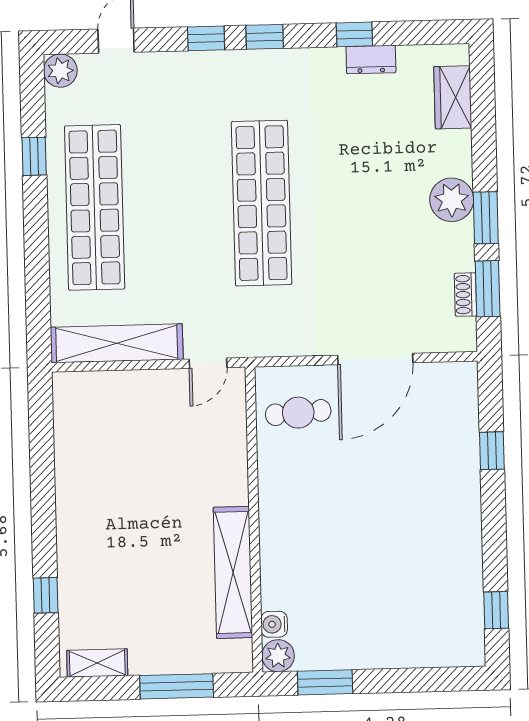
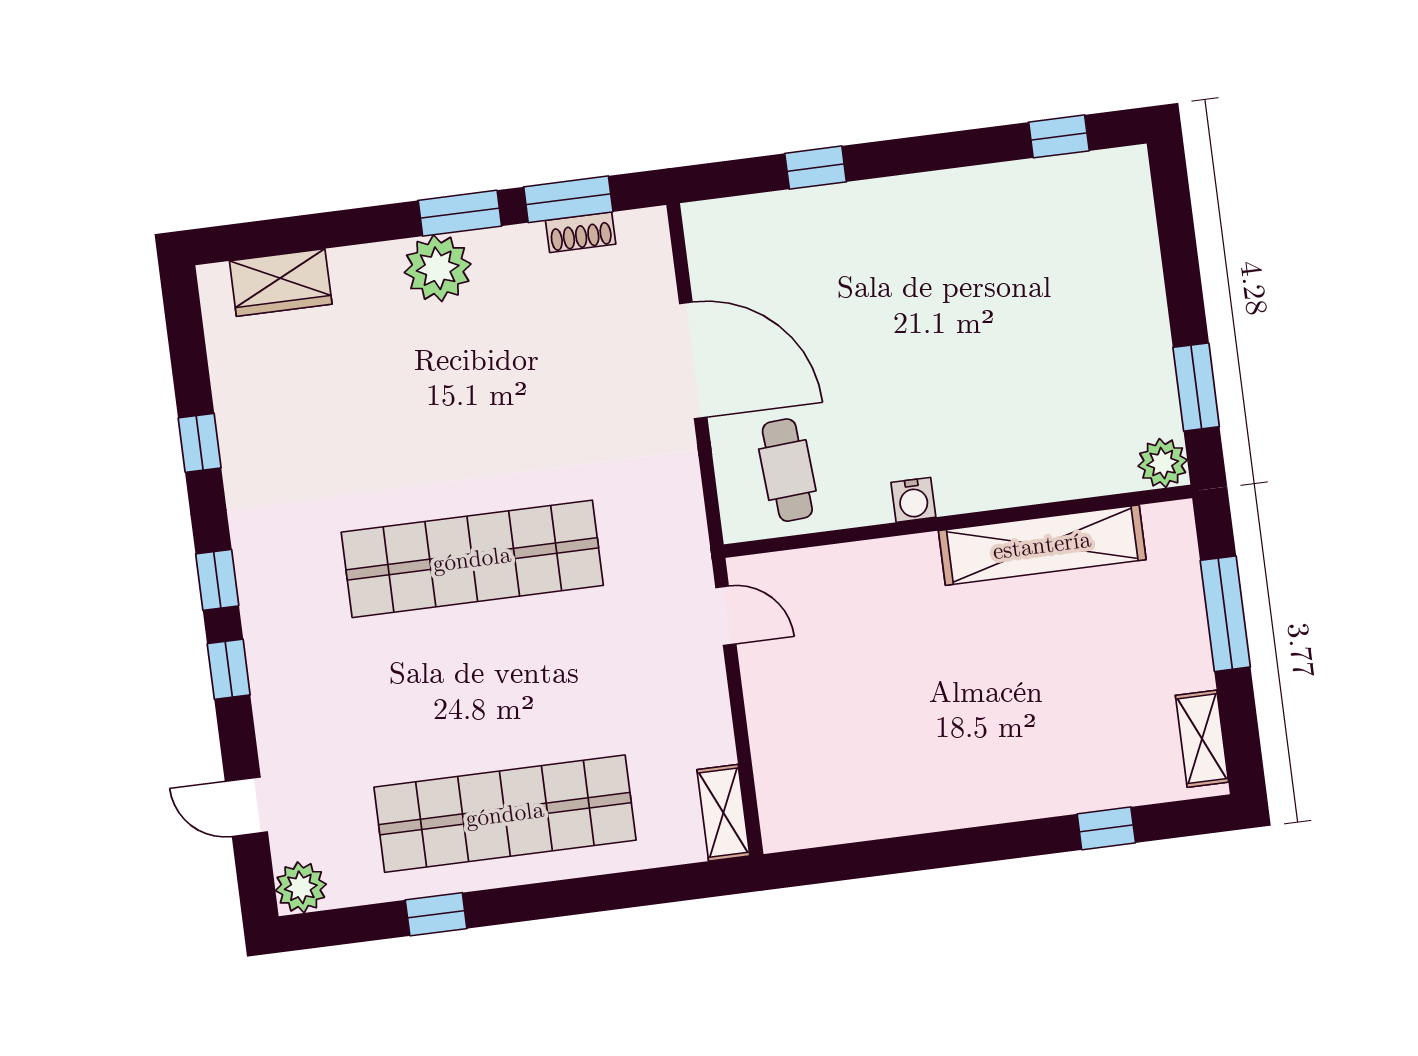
dresser: (371, 60) -> (236, 414), removed
shelving: (117, 343) -> (723, 813), width x0.45, depth x0.75
water cooler: (274, 624) -> (913, 500), moved

